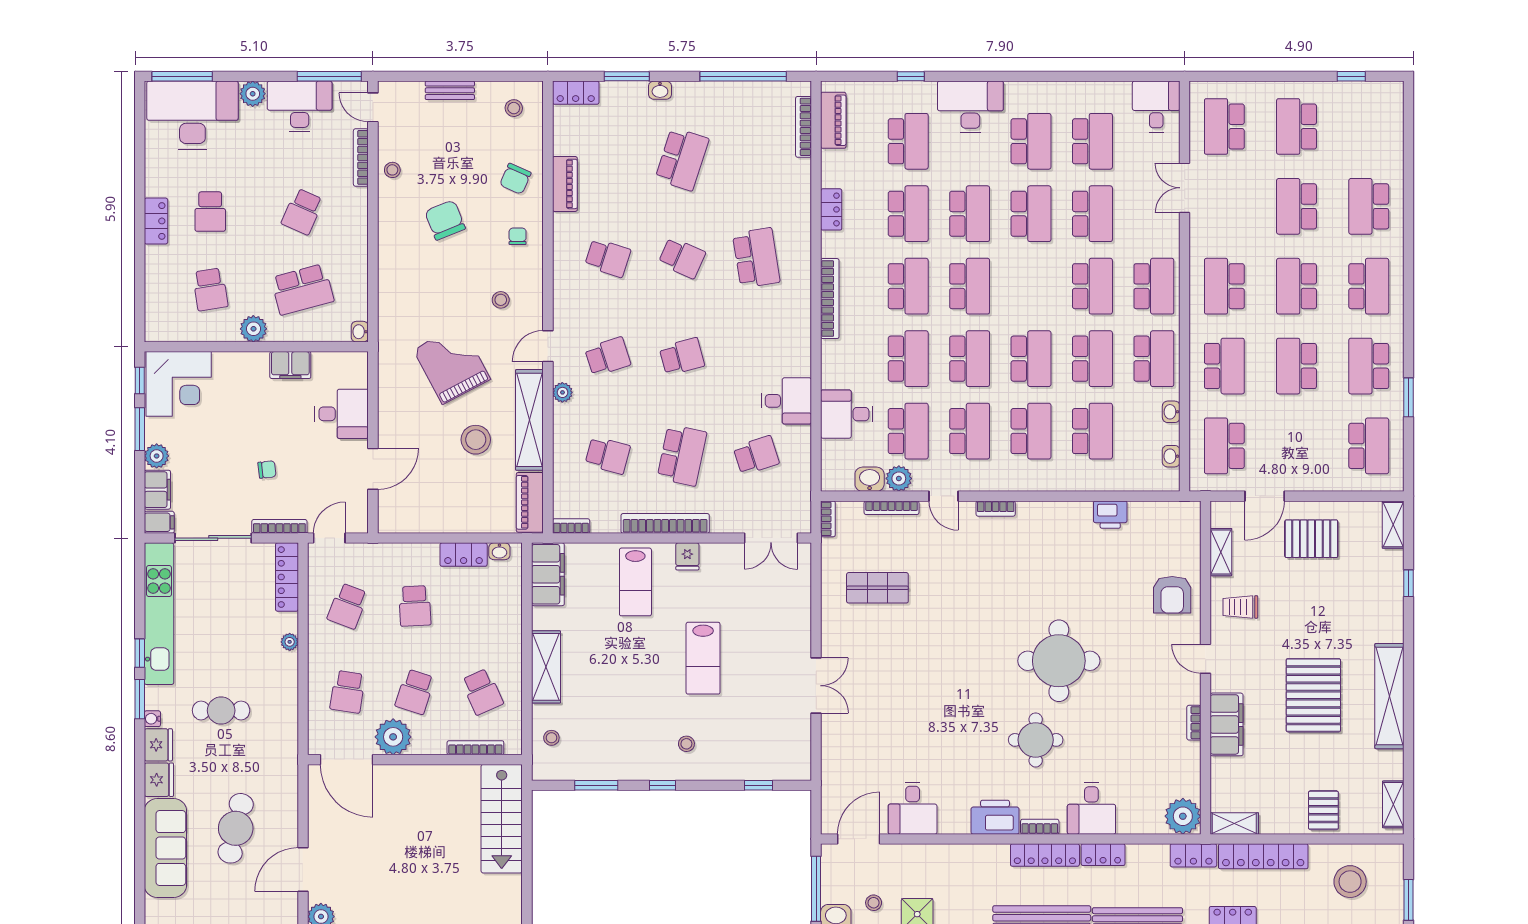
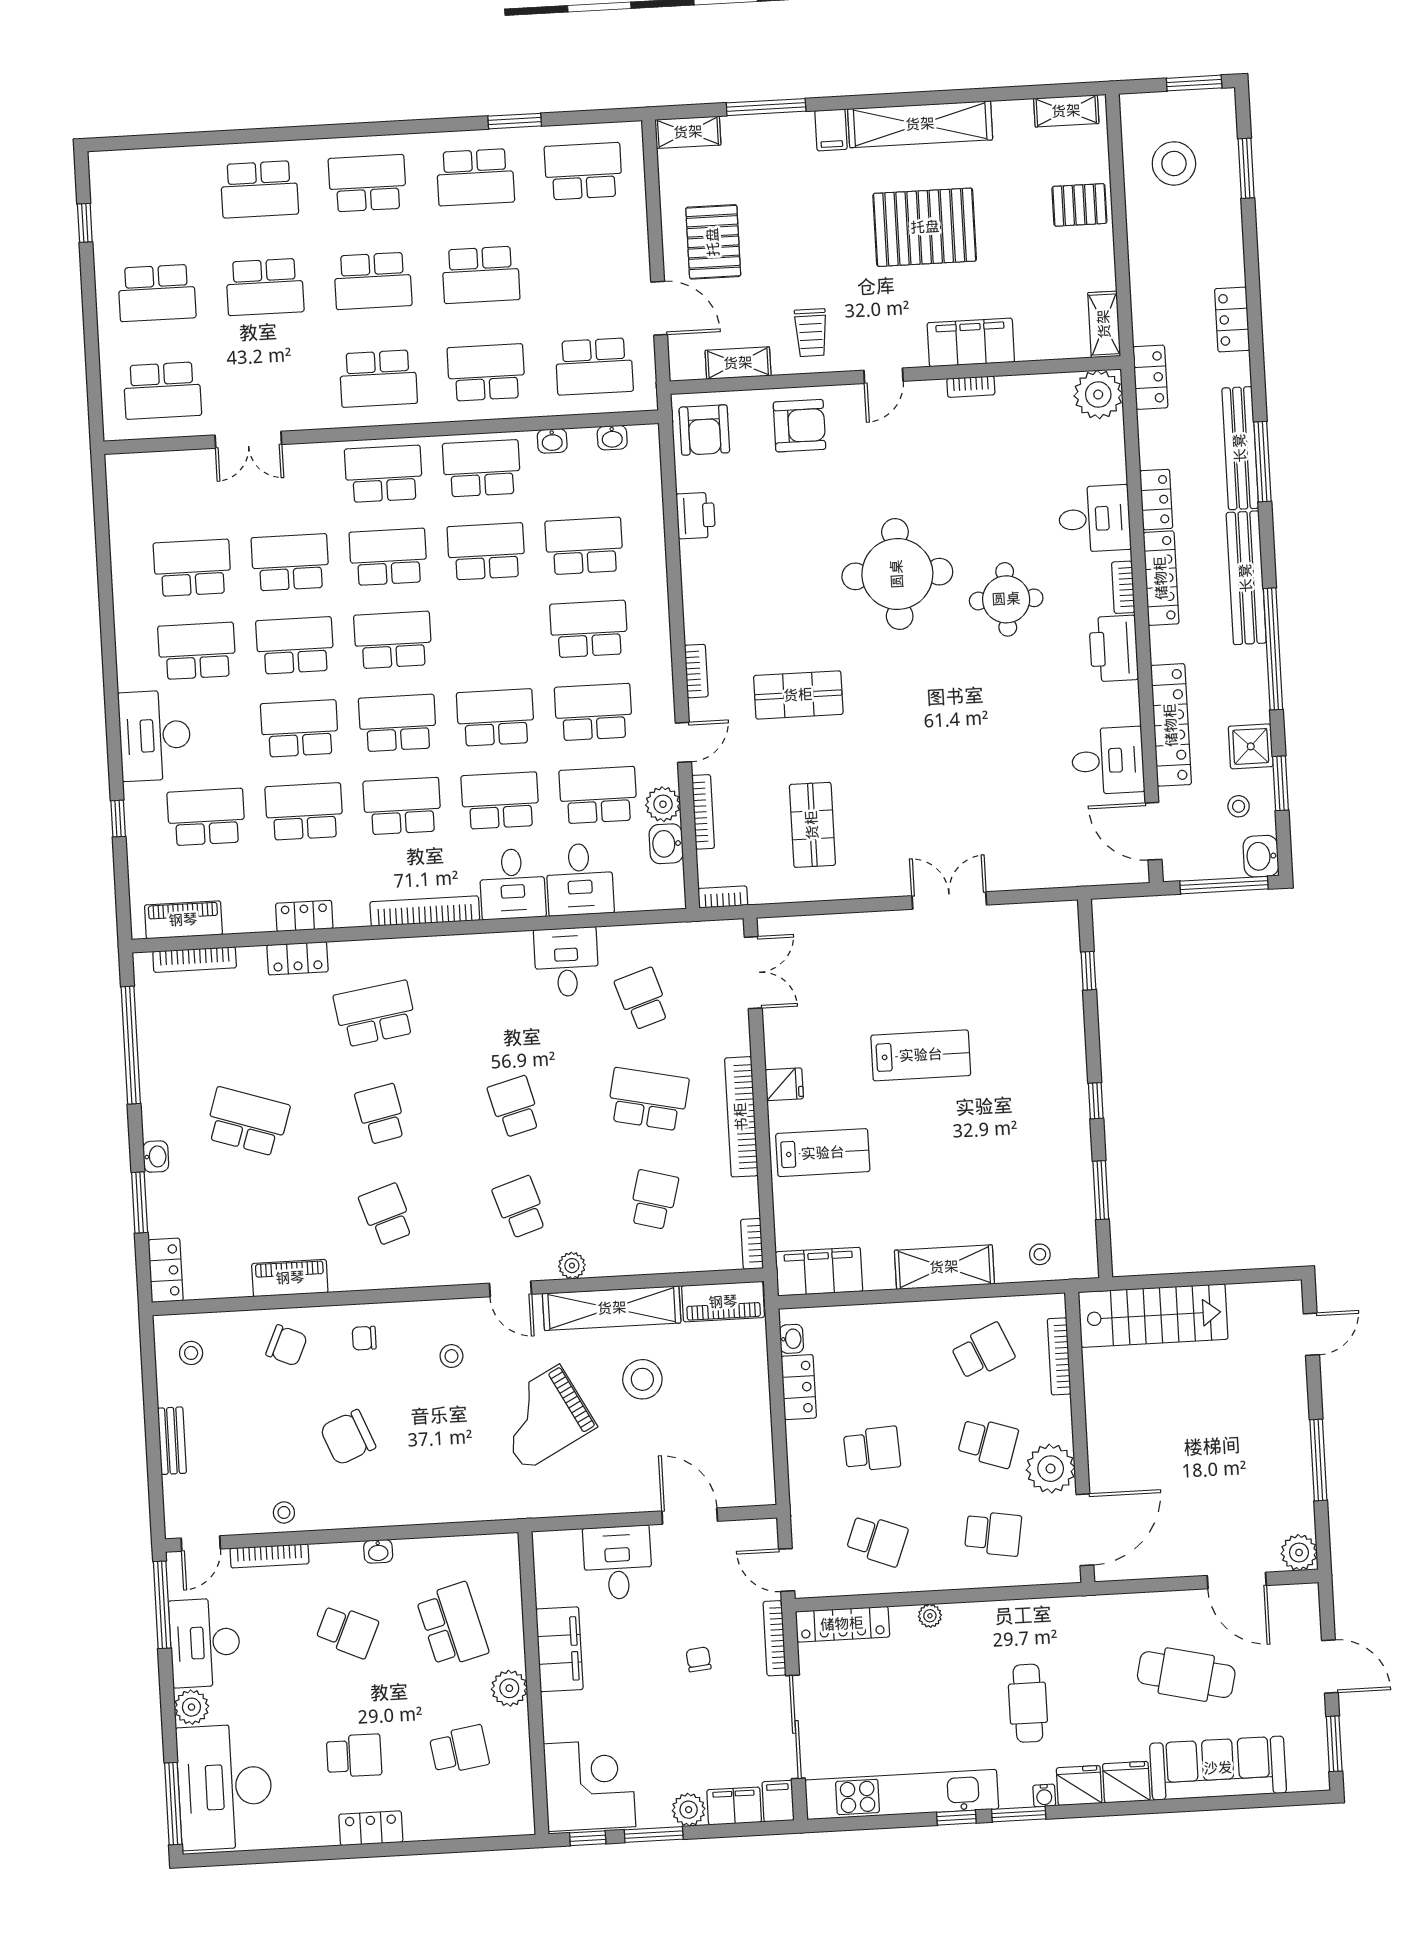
desk: (1156, 107) -> (512, 884), moved, turned -90
locker: (800, 203) -> (298, 958), added
school desk: (608, 258) -> (387, 1215), turned -36
school desk: (682, 258) -> (381, 1114), turned -36
washbasin: (360, 332) -> (378, 1551), moved
school desk: (1031, 359) -> (393, 640), moved
filing cabinet: (290, 365) -> (559, 1649), width x1.50, depth x1.17
armchair: (1173, 524) -> (704, 430), added
shop shelf: (974, 583) -> (798, 695), added
window: (1408, 583) -> (766, 107), width x2.17
filing cabinet: (1389, 630) -> (831, 130), added
stool: (686, 744) -> (1038, 1071), removed
locker: (1263, 856) -> (1171, 725), moved

